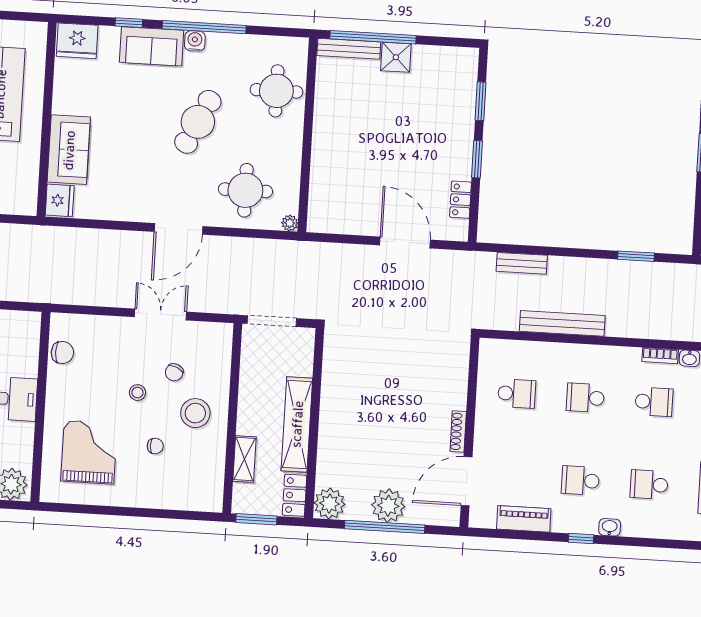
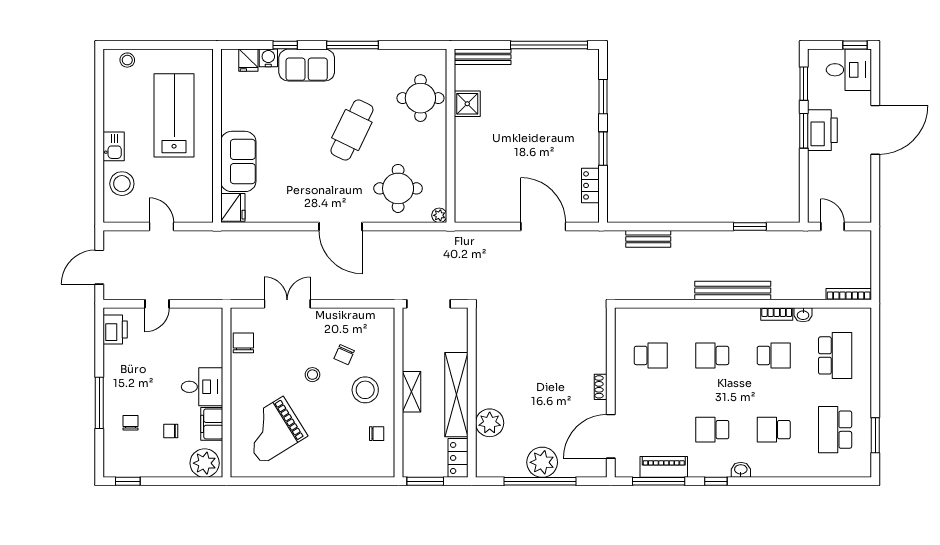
window: (204, 27) -> (352, 45), width x0.68
window: (373, 37) -> (549, 45), moved
fridge: (77, 41) -> (248, 60), width x0.53, depth x0.75
water cooler: (195, 41) -> (268, 58), moved
shower: (396, 57) -> (467, 104), moved
door: (179, 229) -> (340, 227), hinge flipped
double door: (161, 314) -> (287, 304), moved
bench: (562, 323) -> (733, 290), moved
chair: (62, 353) -> (243, 343), turned -90
shoe rack: (458, 431) -> (601, 387), width x0.70
filing cabinet: (22, 441) -> (212, 424), added
chair: (155, 446) -> (377, 434), moved
grand piano: (89, 452) -> (272, 430), turned -122
shelving: (244, 459) -> (411, 392), moved
plant: (329, 504) -> (490, 423), moved
window: (517, 535) -> (659, 481), added

